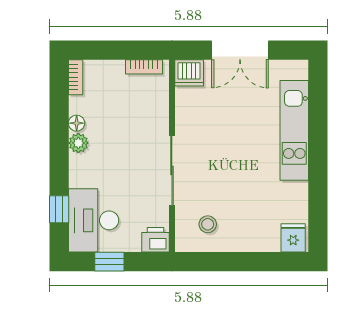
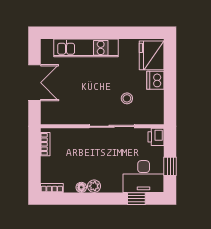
dishwasher: (189, 73) -> (155, 80), moved, turned 180
stool: (208, 224) -> (127, 98), moved
fridge: (293, 238) -> (152, 55), width x1.88, depth x1.34

